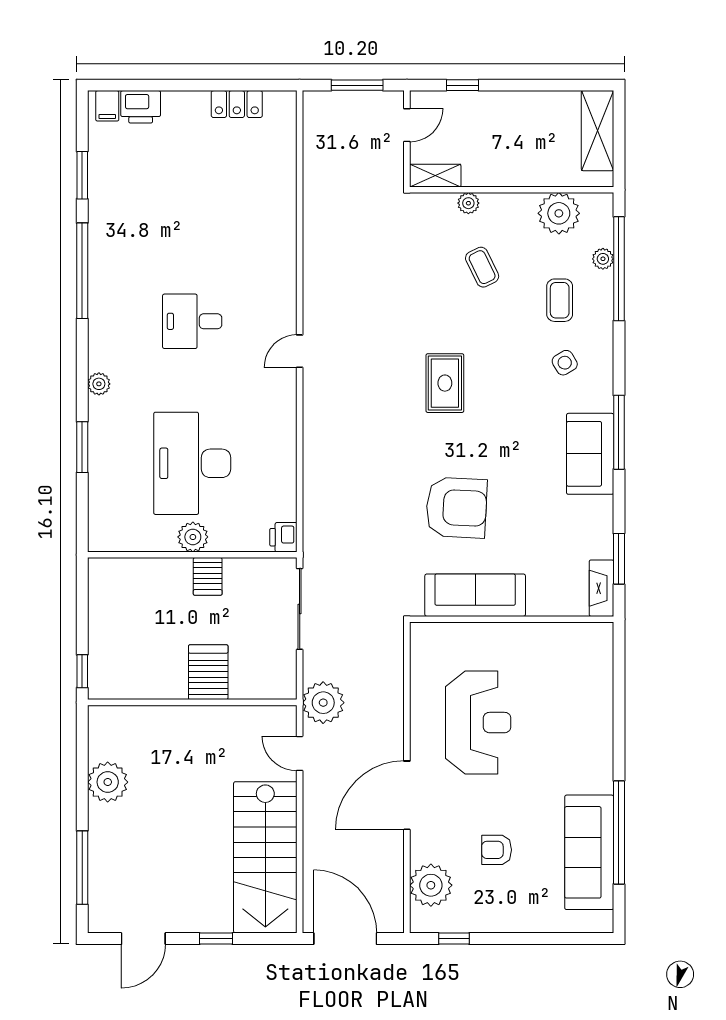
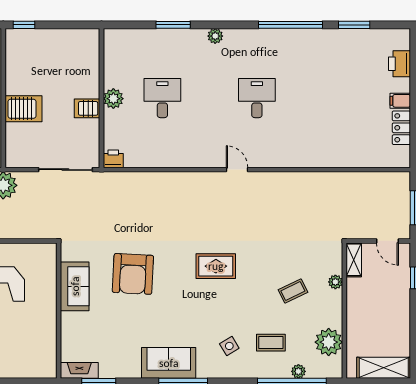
filing cabinet: (107, 106) -> (400, 101), moved
desk: (192, 463) -> (162, 98), width x0.53, depth x0.77
sofa: (475, 595) -> (75, 286), width x0.73

